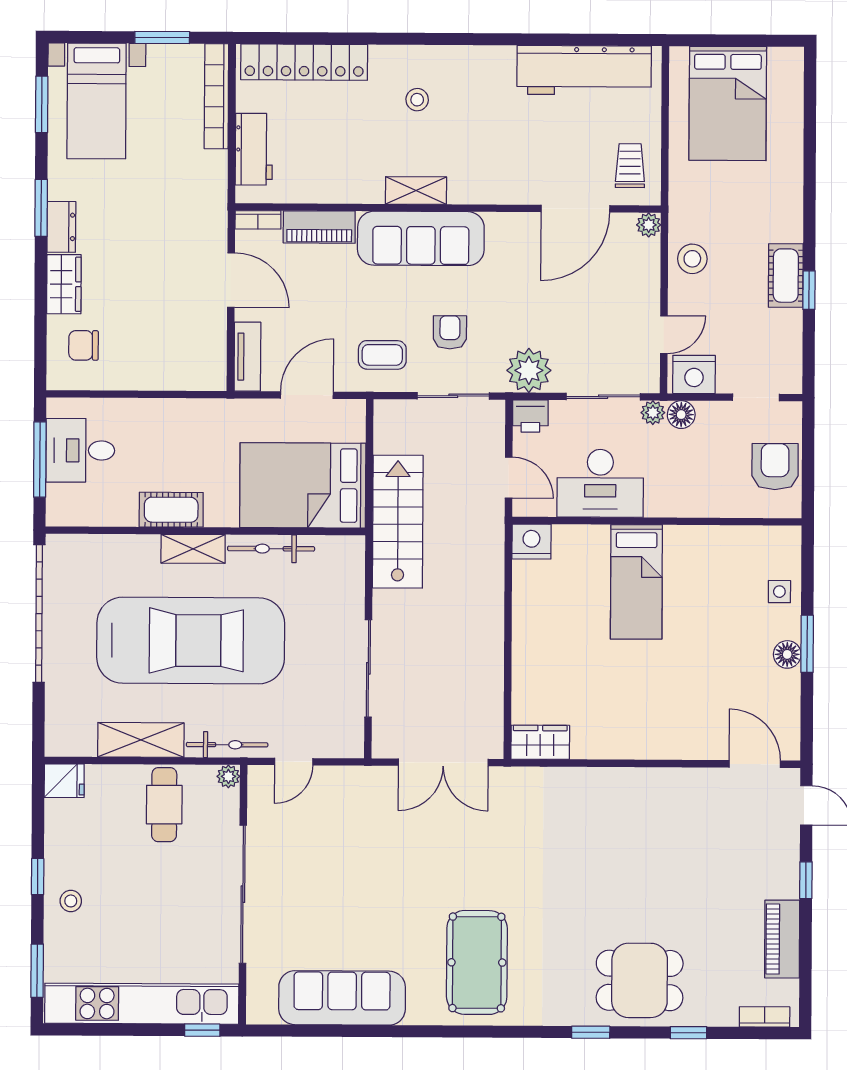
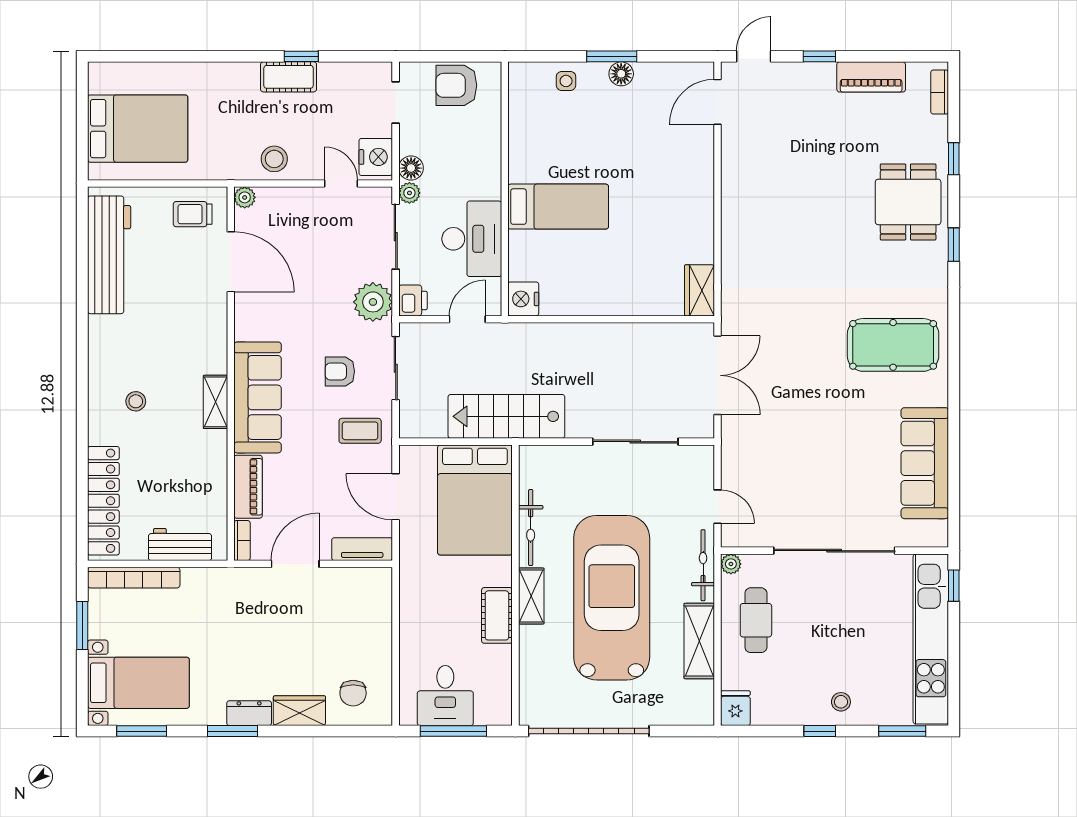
coffee table: (382, 355) -> (360, 431), turned 90
cafe table: (164, 805) -> (756, 620), turned 90

